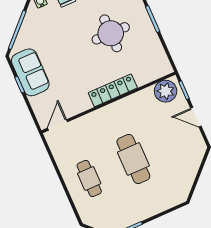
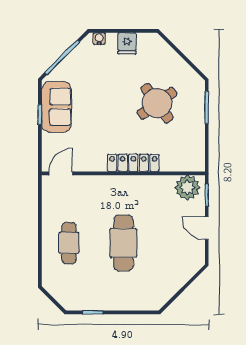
round table: (111, 33) -> (157, 103), turned -36

